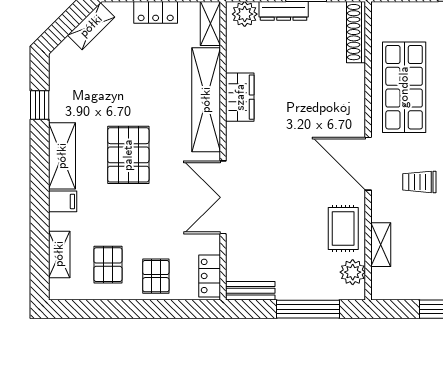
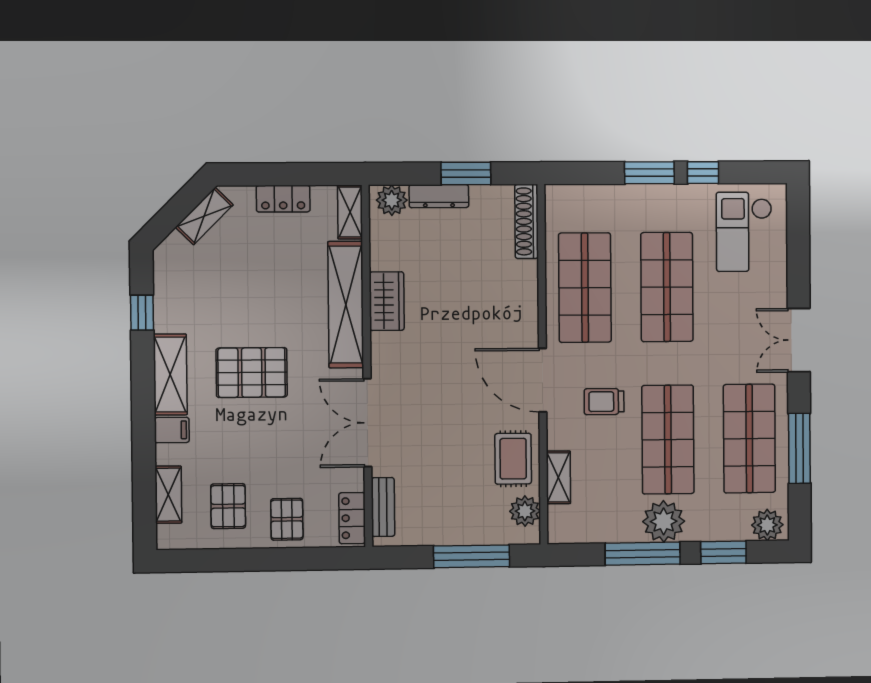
pallet: (128, 155) -> (252, 373), turned 90
bench: (250, 291) -> (383, 507), moved, turned 90

